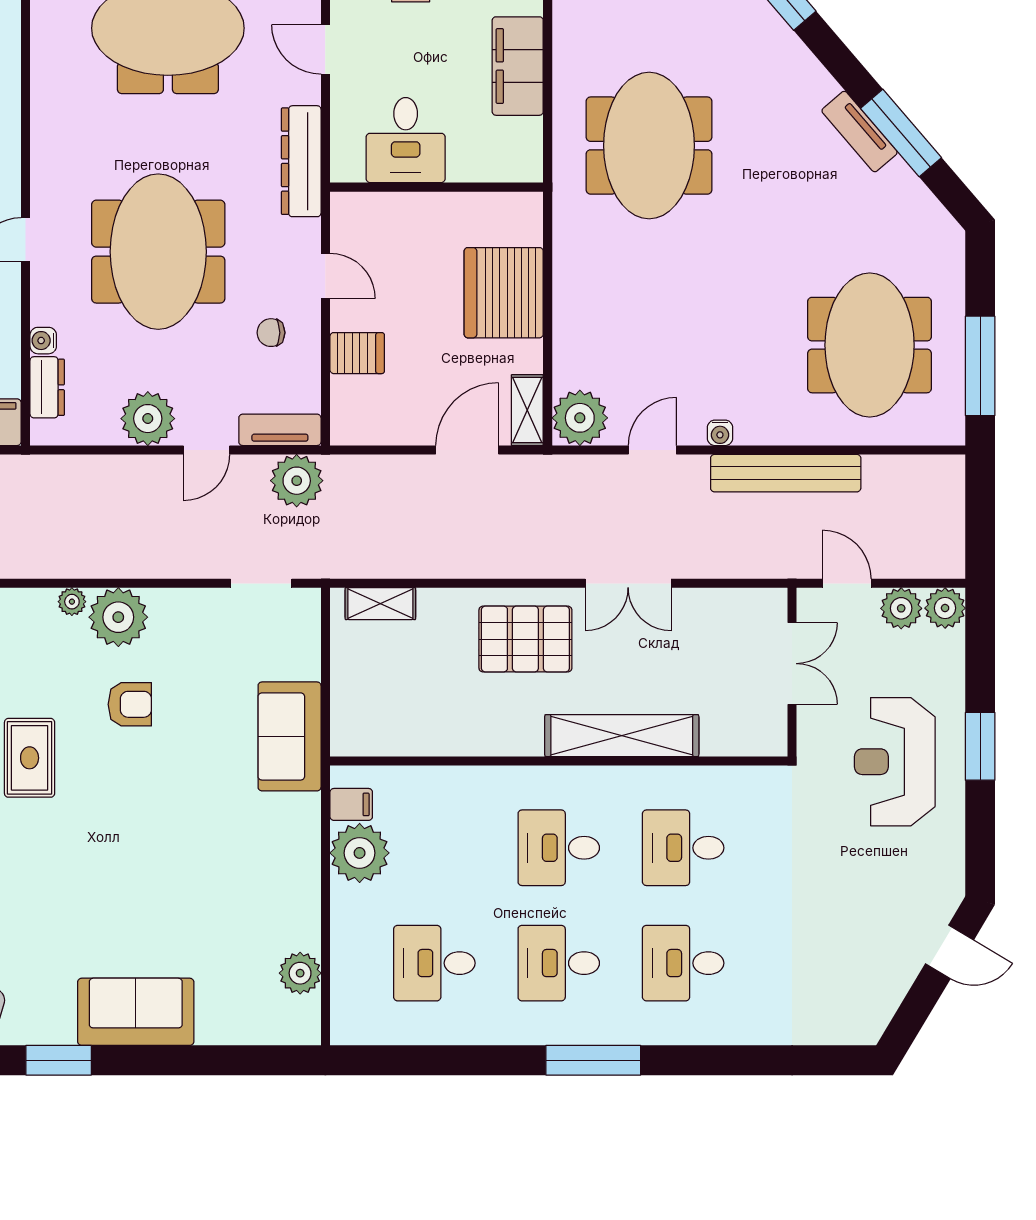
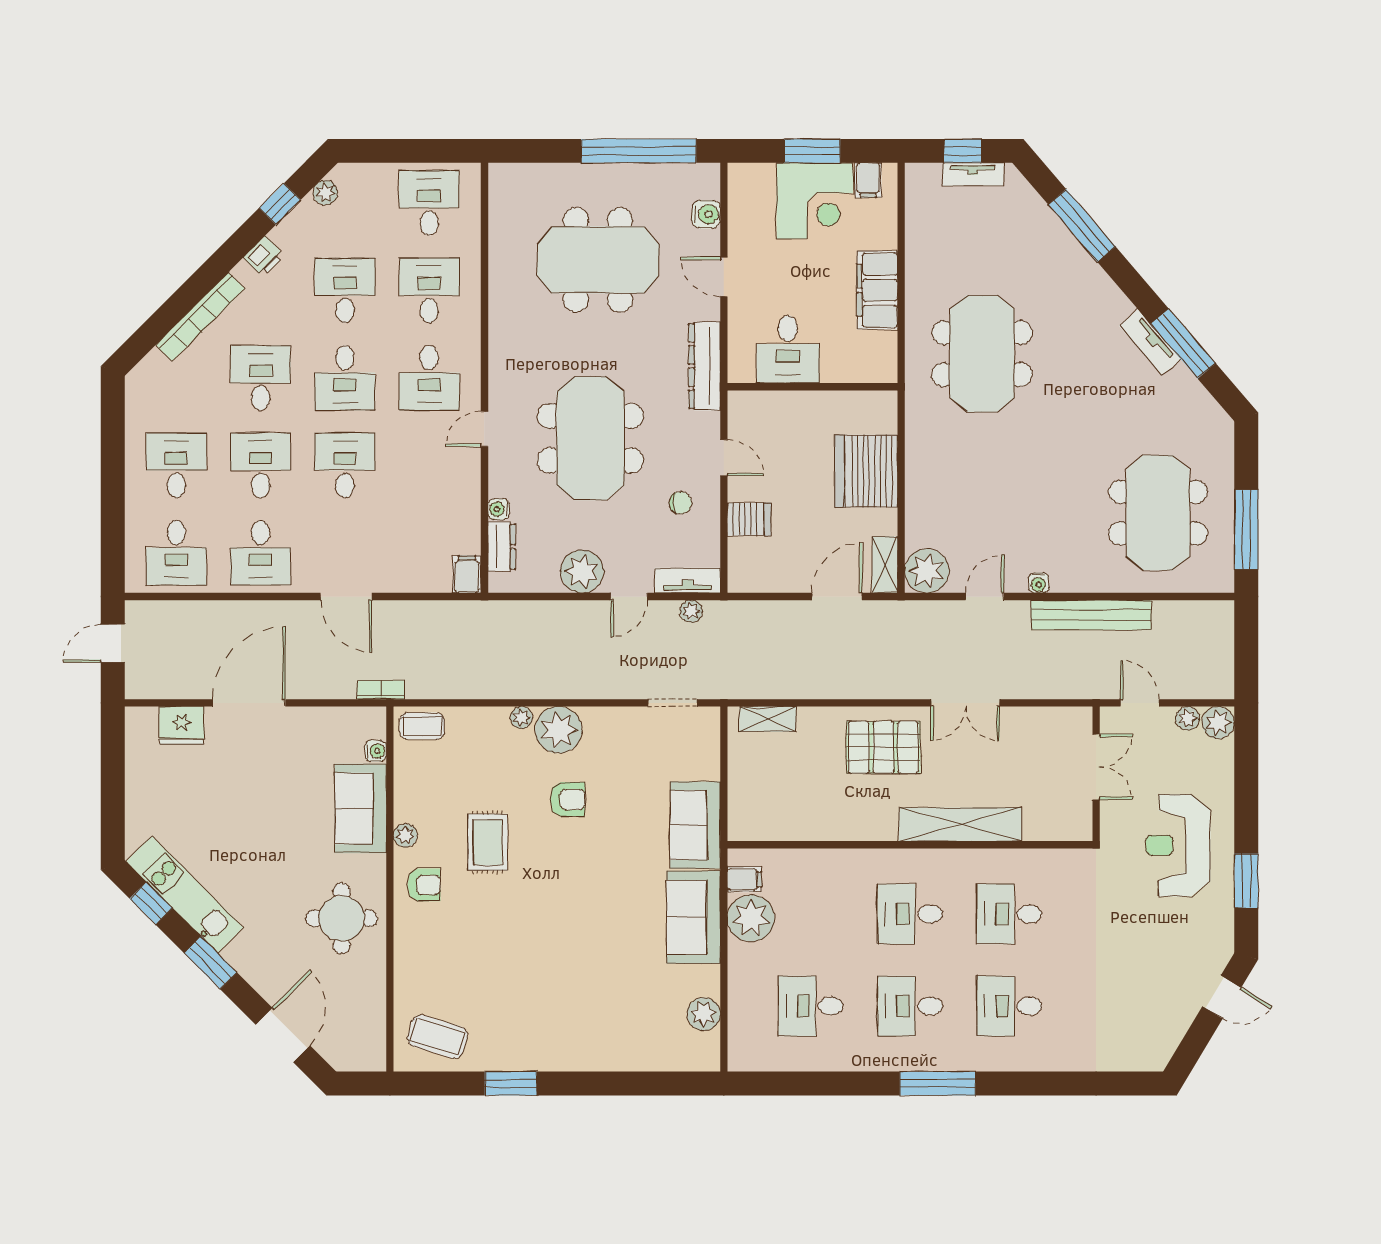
chair: (271, 333) -> (680, 503), turned 180
plant: (297, 481) -> (691, 611), width x0.53, depth x0.53
plant: (901, 608) -> (1188, 718), width x0.73, depth x0.73
window: (980, 746) -> (1246, 881), moved
sofa: (136, 1012) -> (693, 917), moved, turned -90

